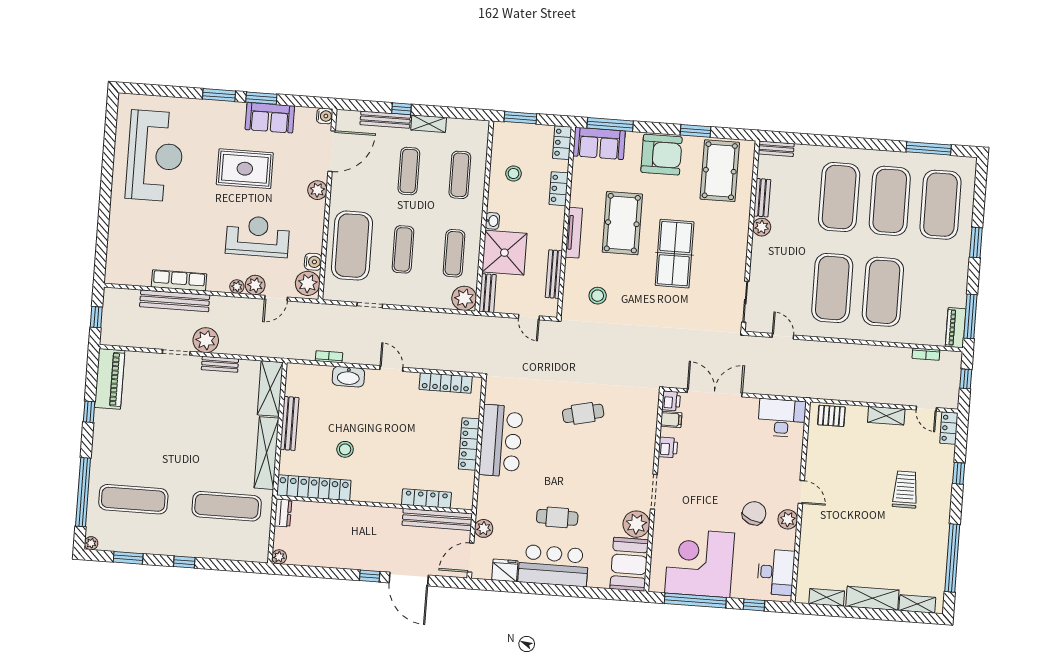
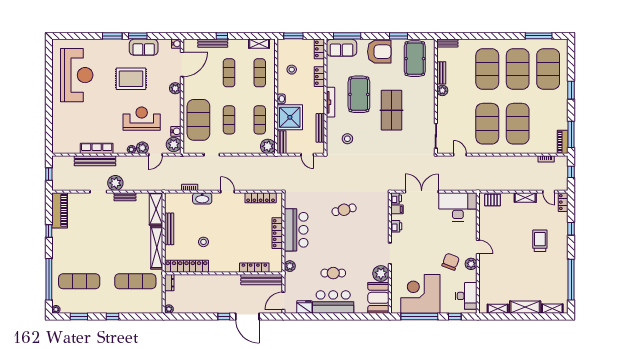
shelving: (429, 124) -> (259, 44), moved
desk: (782, 418) -> (458, 207), width x1.36, depth x1.30
plant: (484, 528) -> (290, 266), moved

